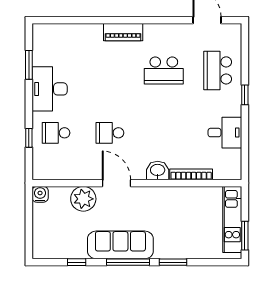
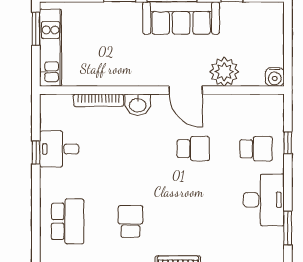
school desk: (164, 70) -> (130, 221), width x0.54
window: (245, 95) -> (36, 152), moved

